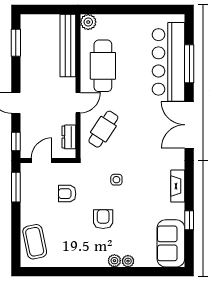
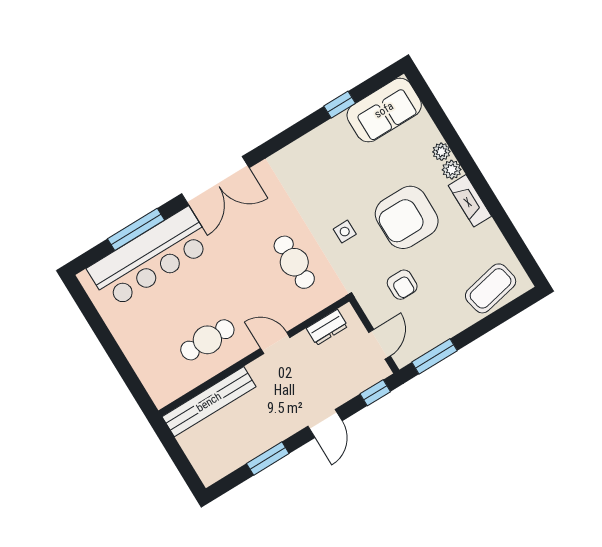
plant: (88, 22) -> (162, 394), removed
window: (16, 43) -> (268, 459), moved
cafe table: (103, 66) -> (207, 340), width x0.73, depth x0.74
cafe table: (103, 129) -> (294, 262), moved, turned 57
door: (42, 160) -> (379, 344), swing flipped
fireplace: (178, 186) -> (470, 201), moved, turned 90
armchair: (103, 219) -> (407, 217), width x1.88, depth x1.88

